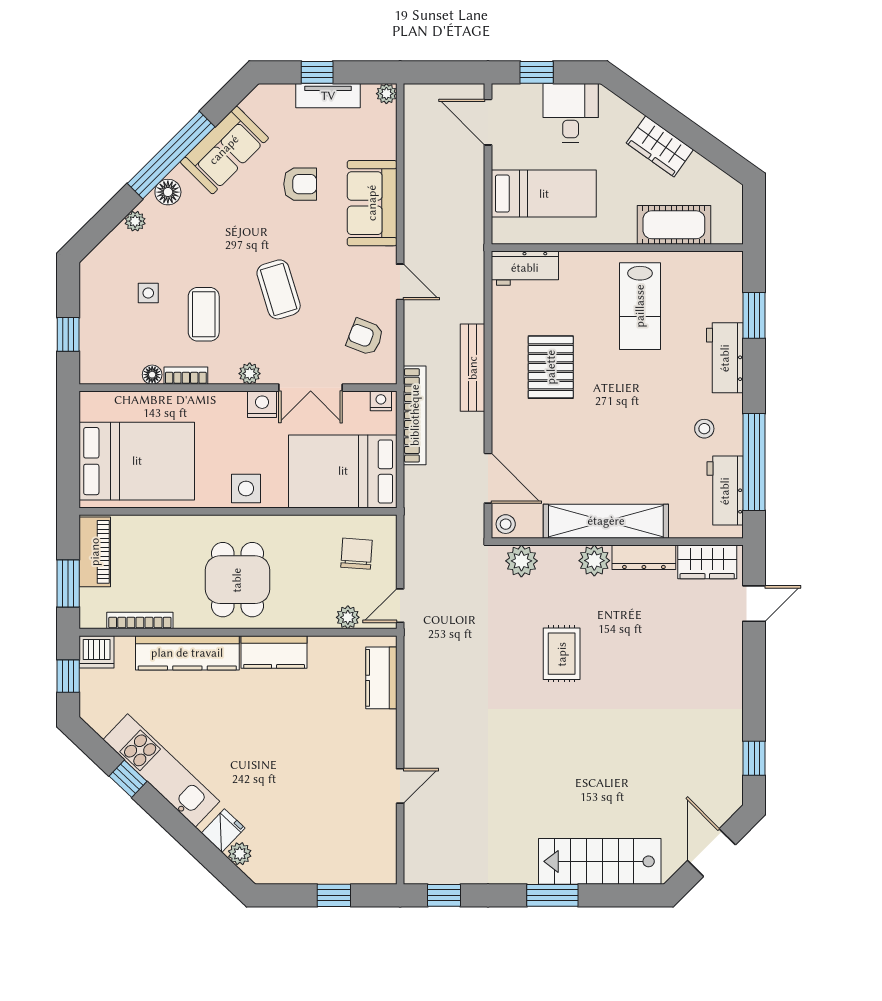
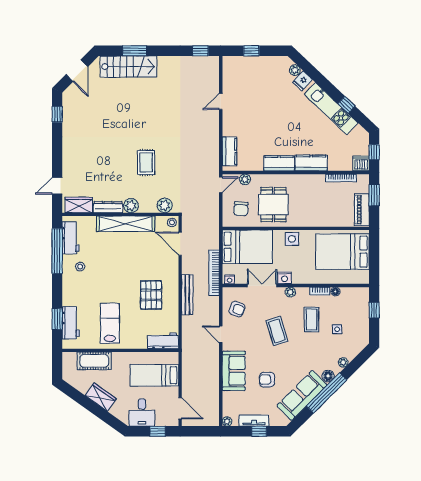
sofa: (224, 150) -> (302, 395), width x1.36
workbench: (725, 358) -> (71, 323), moved
dining table: (237, 580) -> (273, 205), moved
kitchen counter: (187, 653) -> (311, 163), width x0.67
window: (552, 895) -> (135, 51), moved

